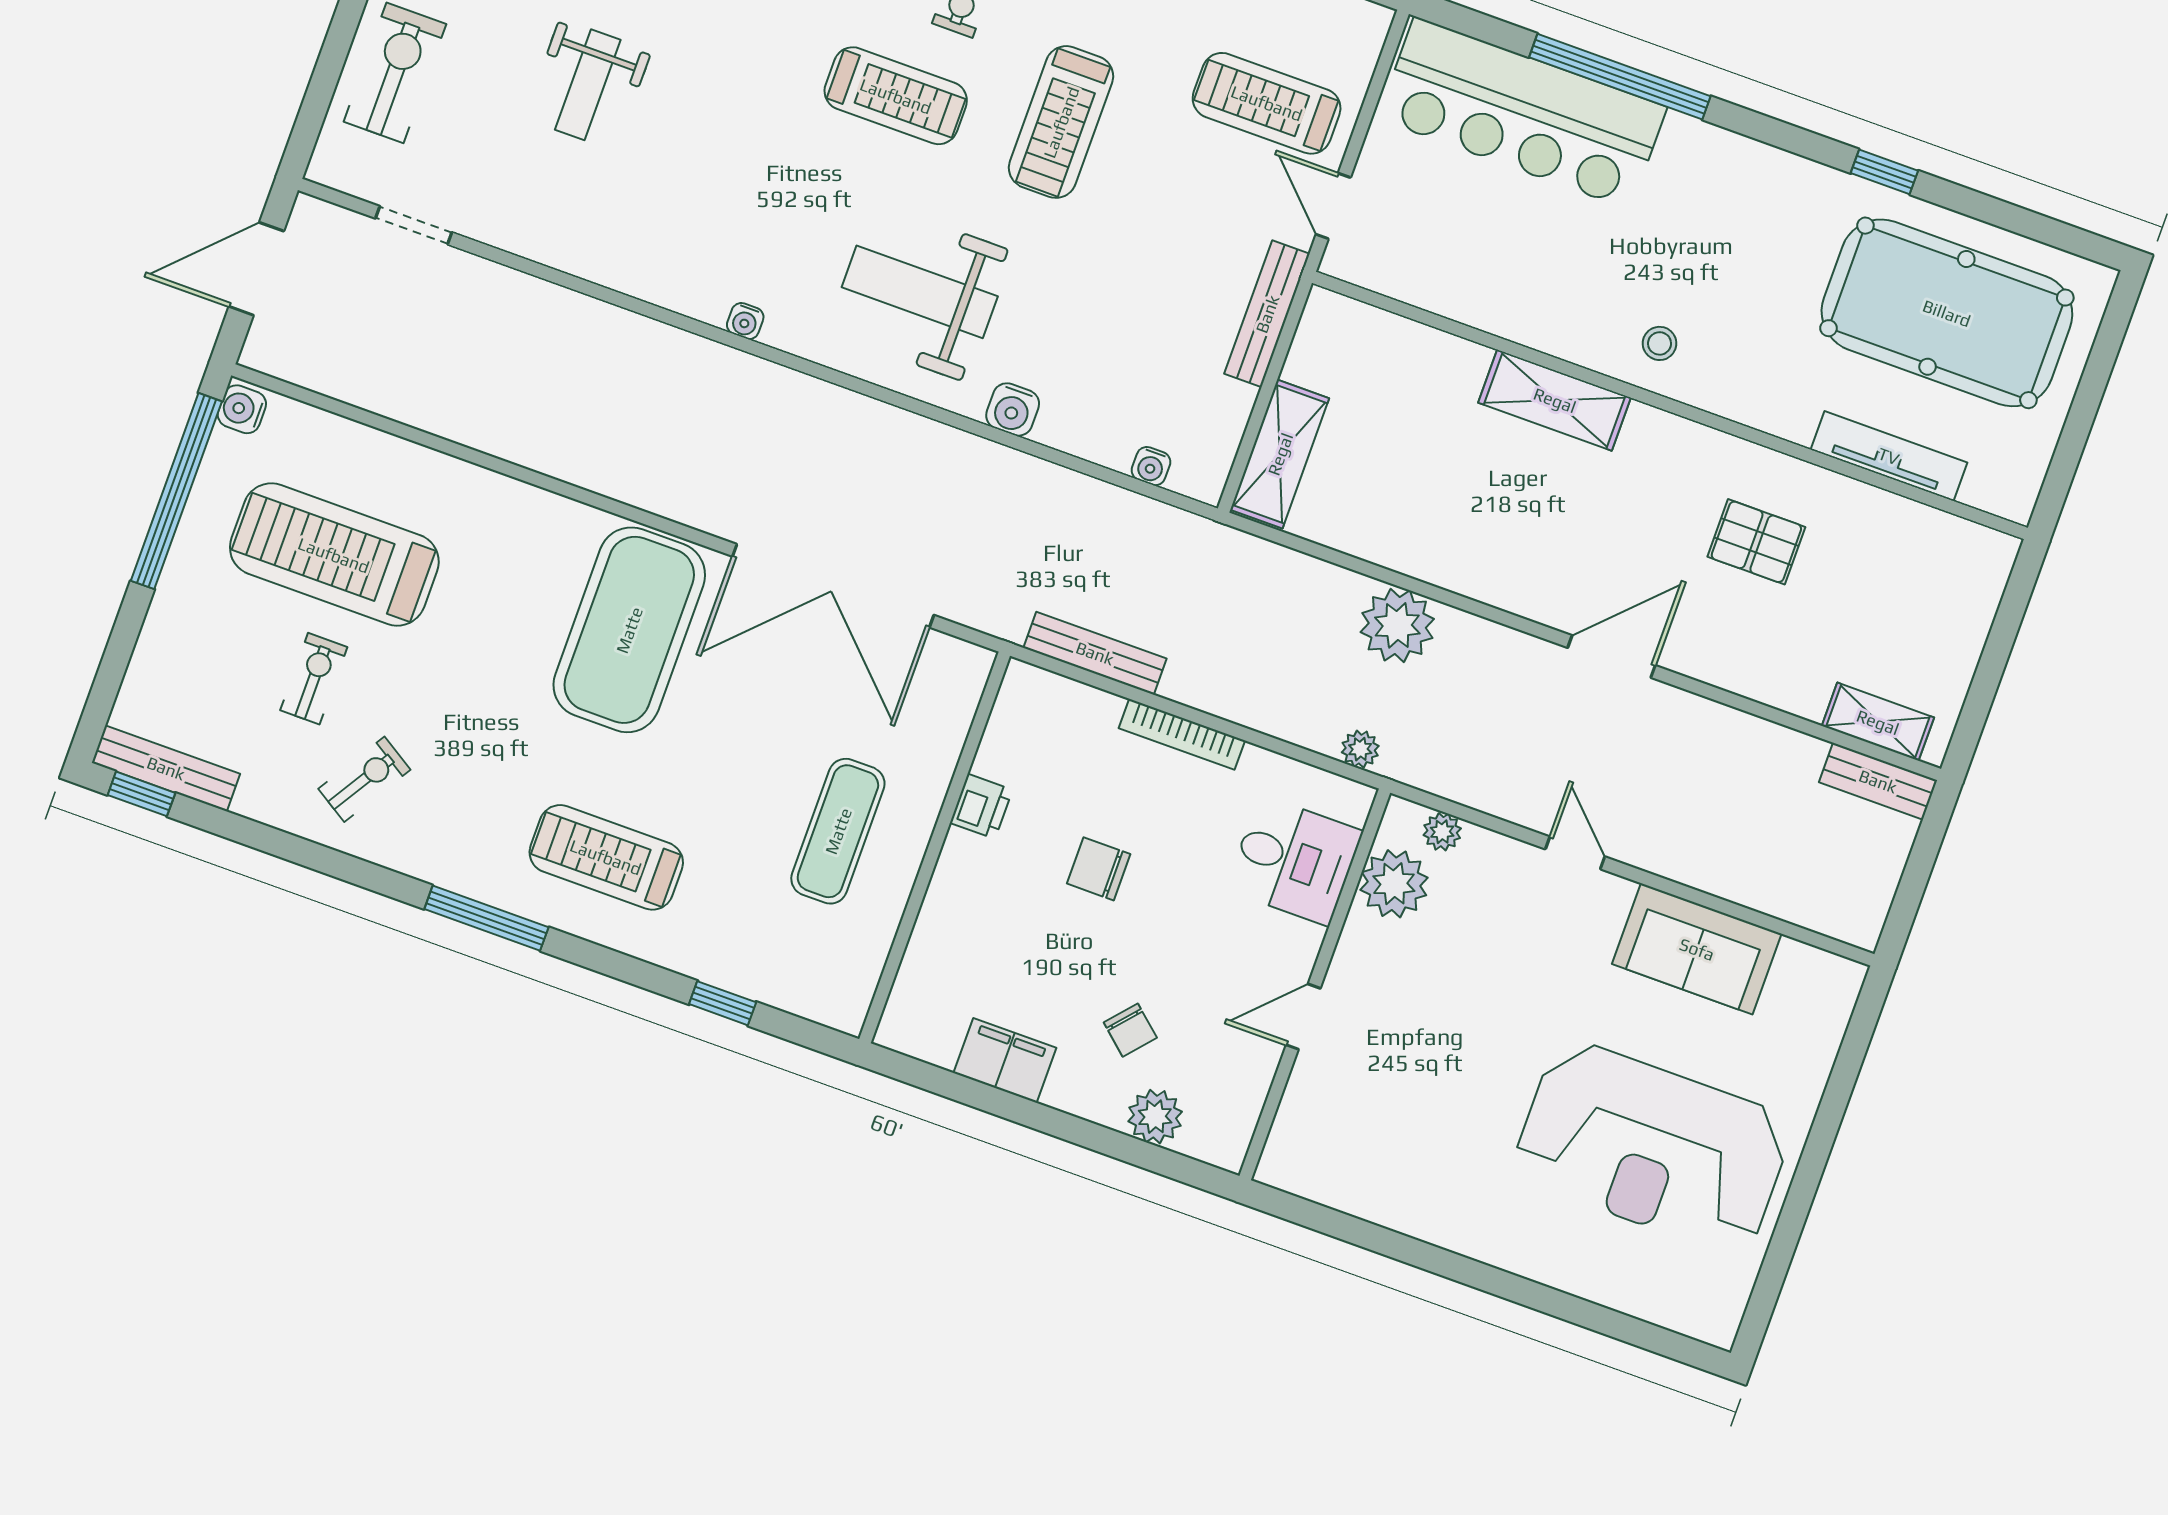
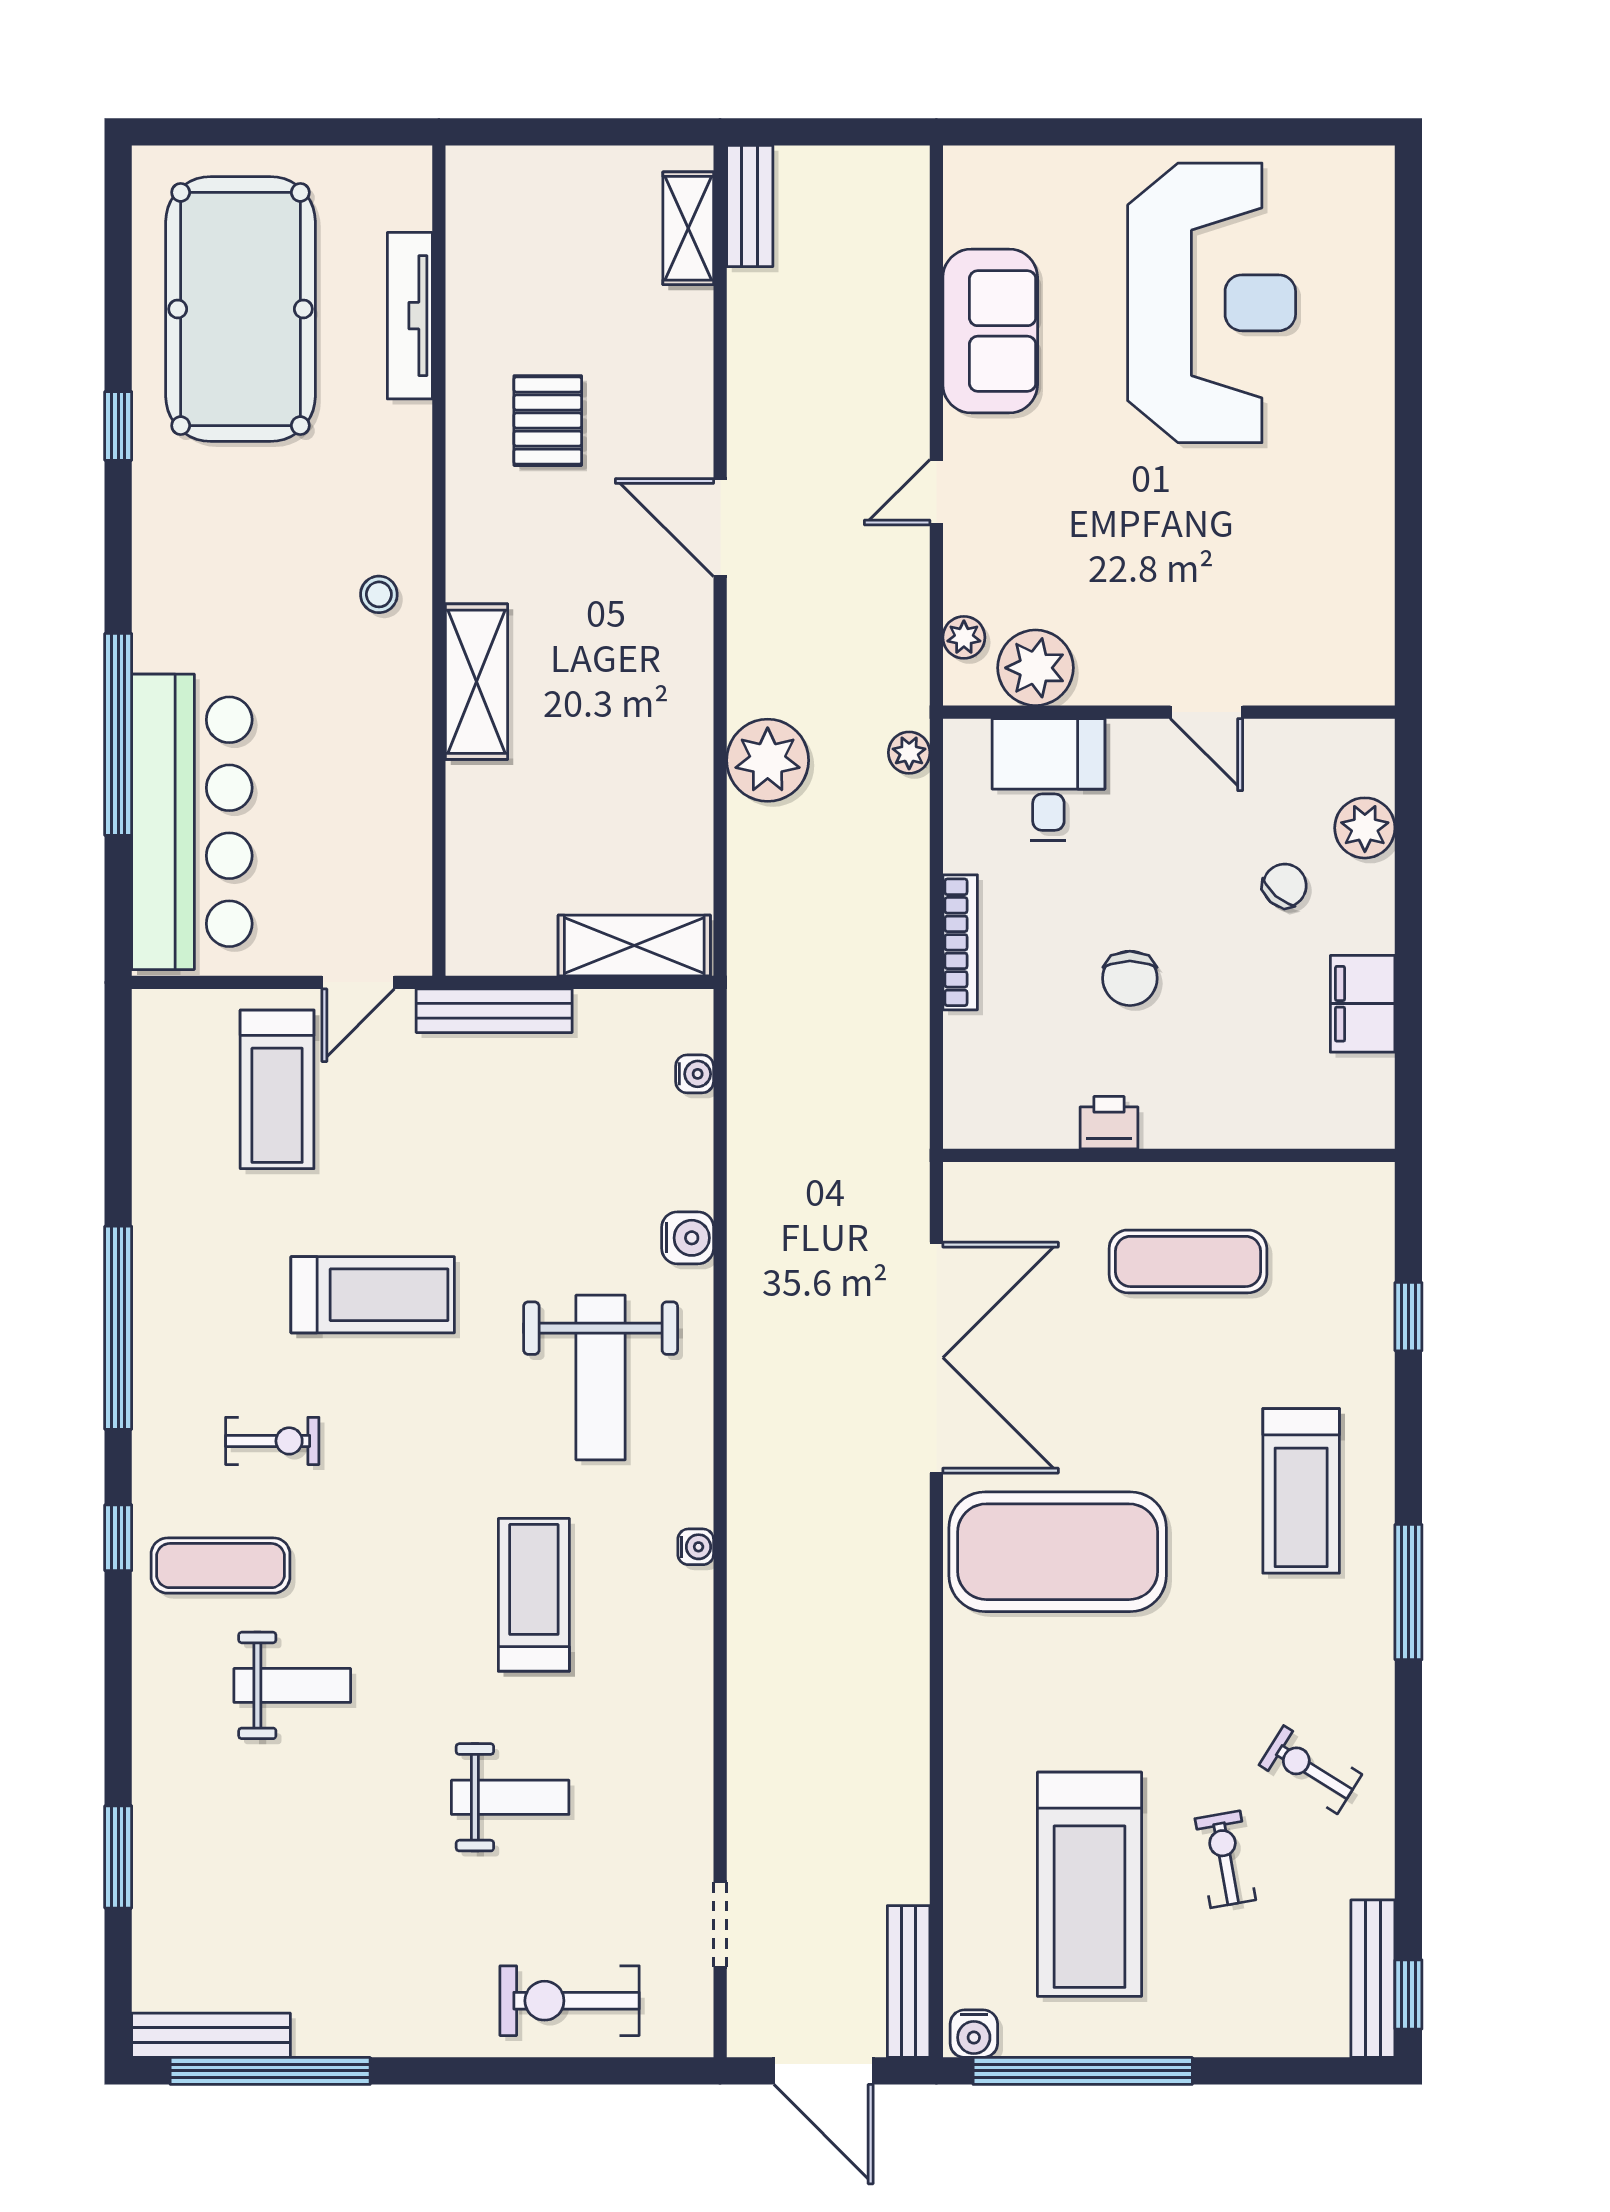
treadmill: (896, 96) -> (534, 1595), moved
bench: (1095, 653) -> (909, 1982), moved
exercise bike: (314, 679) -> (1225, 1859), turned 80

